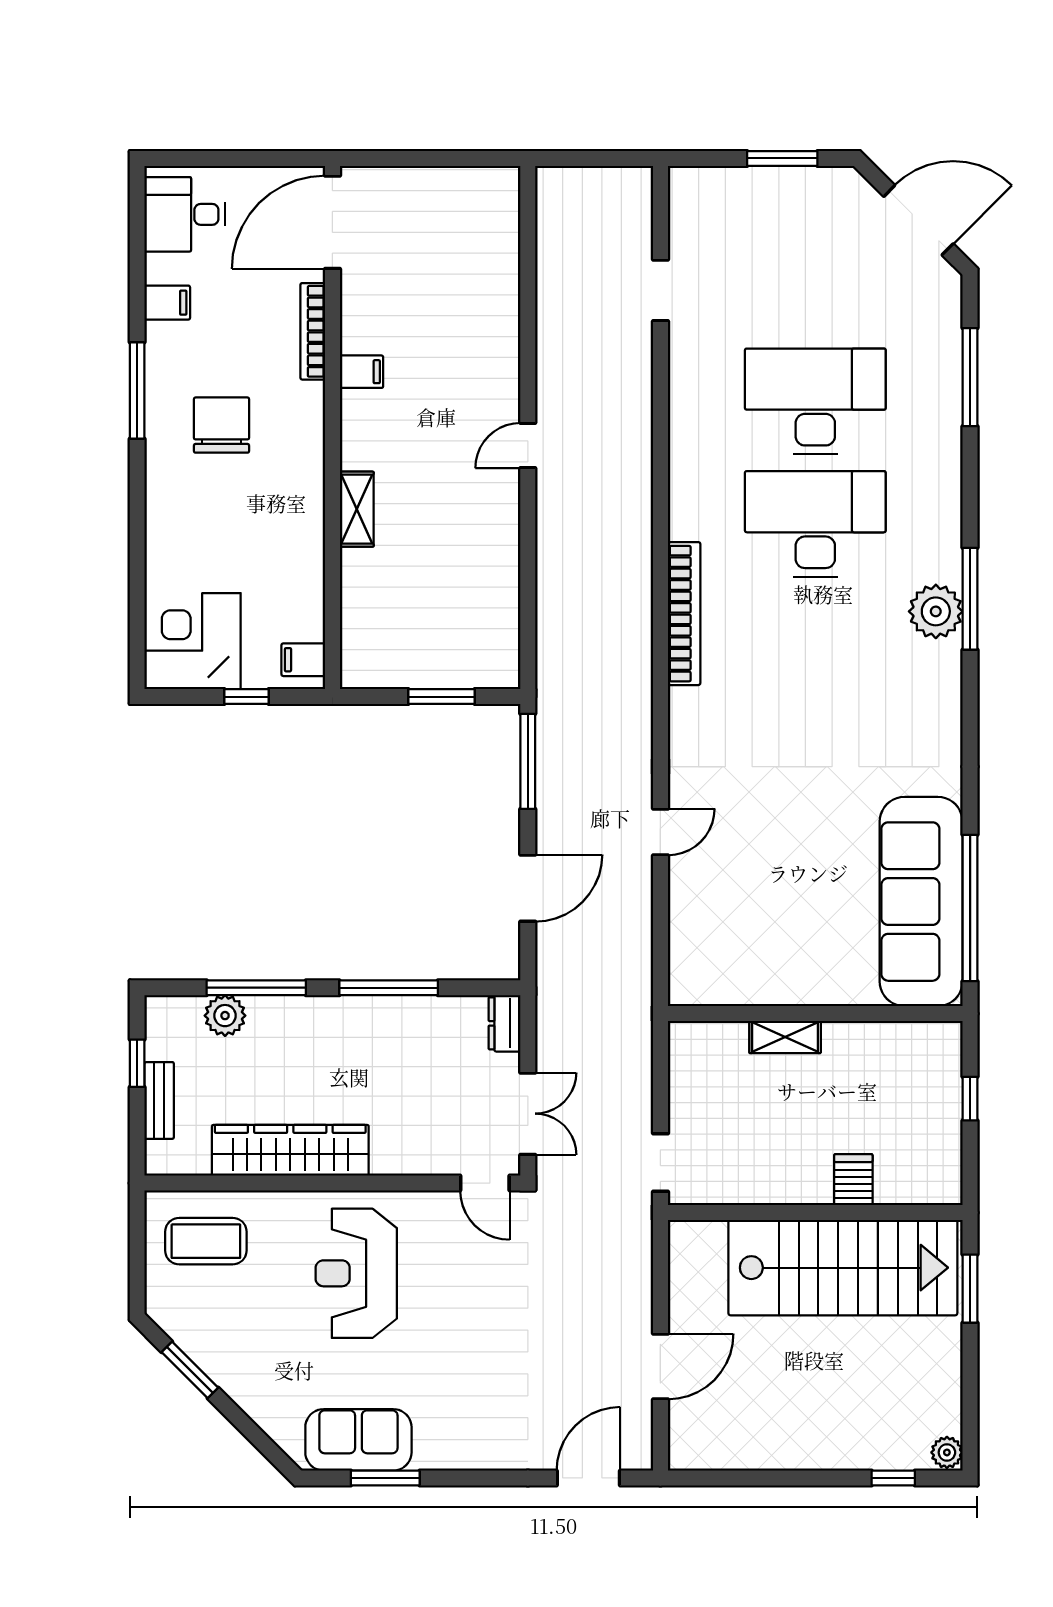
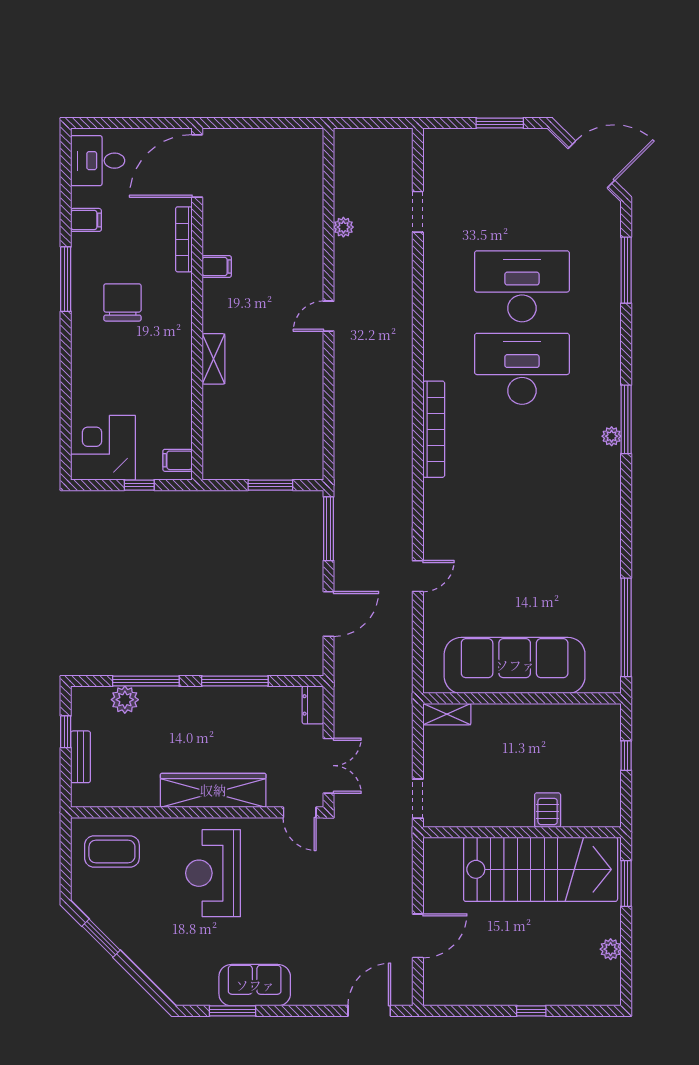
plant: (550, 313) -> (343, 227), added
plant: (936, 611) -> (612, 436), width x0.53, depth x0.53
sofa: (921, 902) -> (515, 665), moved, turned 90
shelving: (785, 1037) -> (447, 714), moved
wardrobe: (290, 1150) -> (213, 790), moved
sofa: (358, 1440) -> (255, 985), moved
plant: (947, 1452) -> (611, 949), moved
window: (893, 1478) -> (531, 1011), moved

